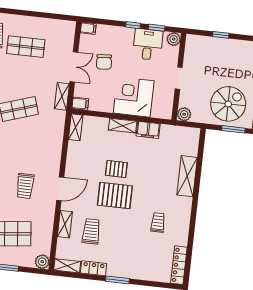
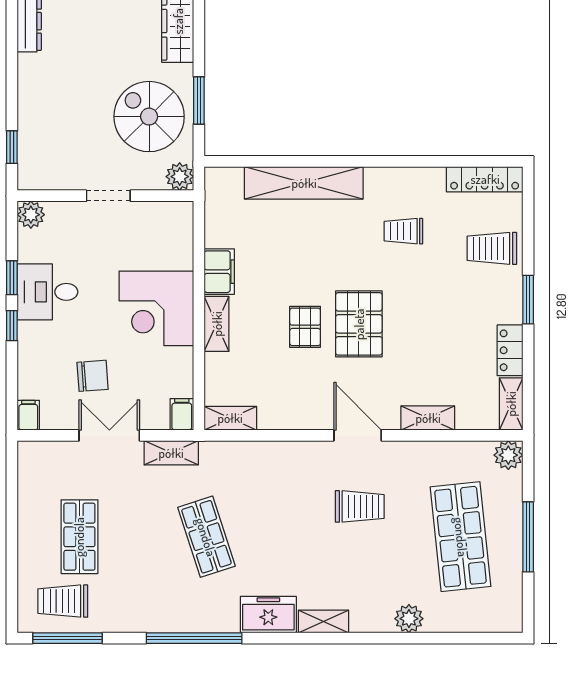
plant: (174, 39) -> (31, 215), moved
wall: (179, 77) -> (105, 196), moved
doorway: (179, 78) -> (108, 196), moved
plant: (184, 114) -> (180, 177), moved
shelving: (187, 176) -> (304, 183), width x1.47
trolley: (91, 231) -> (492, 248), moved

